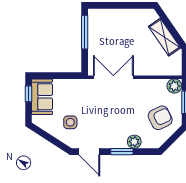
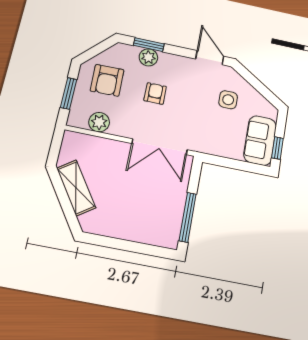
plant: (174, 86) -> (99, 122), moved
armchair: (124, 115) -> (155, 93), added
armchair: (160, 118) -> (107, 80), turned -65
window: (122, 152) -> (149, 45), moved

